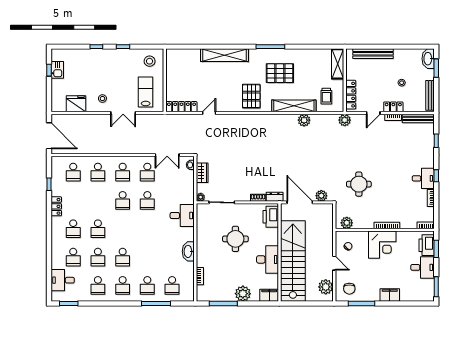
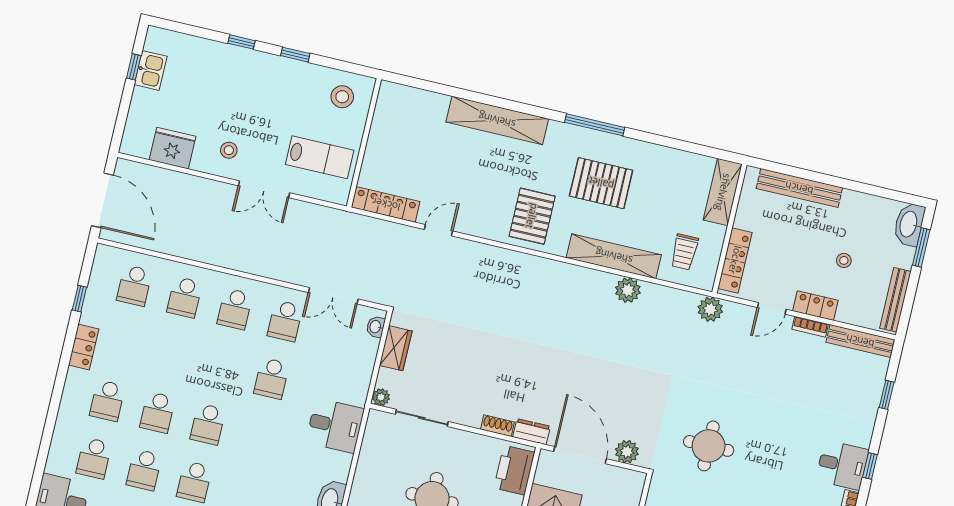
lab bench: (146, 92) -> (320, 157), turned 90
school desk: (123, 200) -> (208, 424), moved

